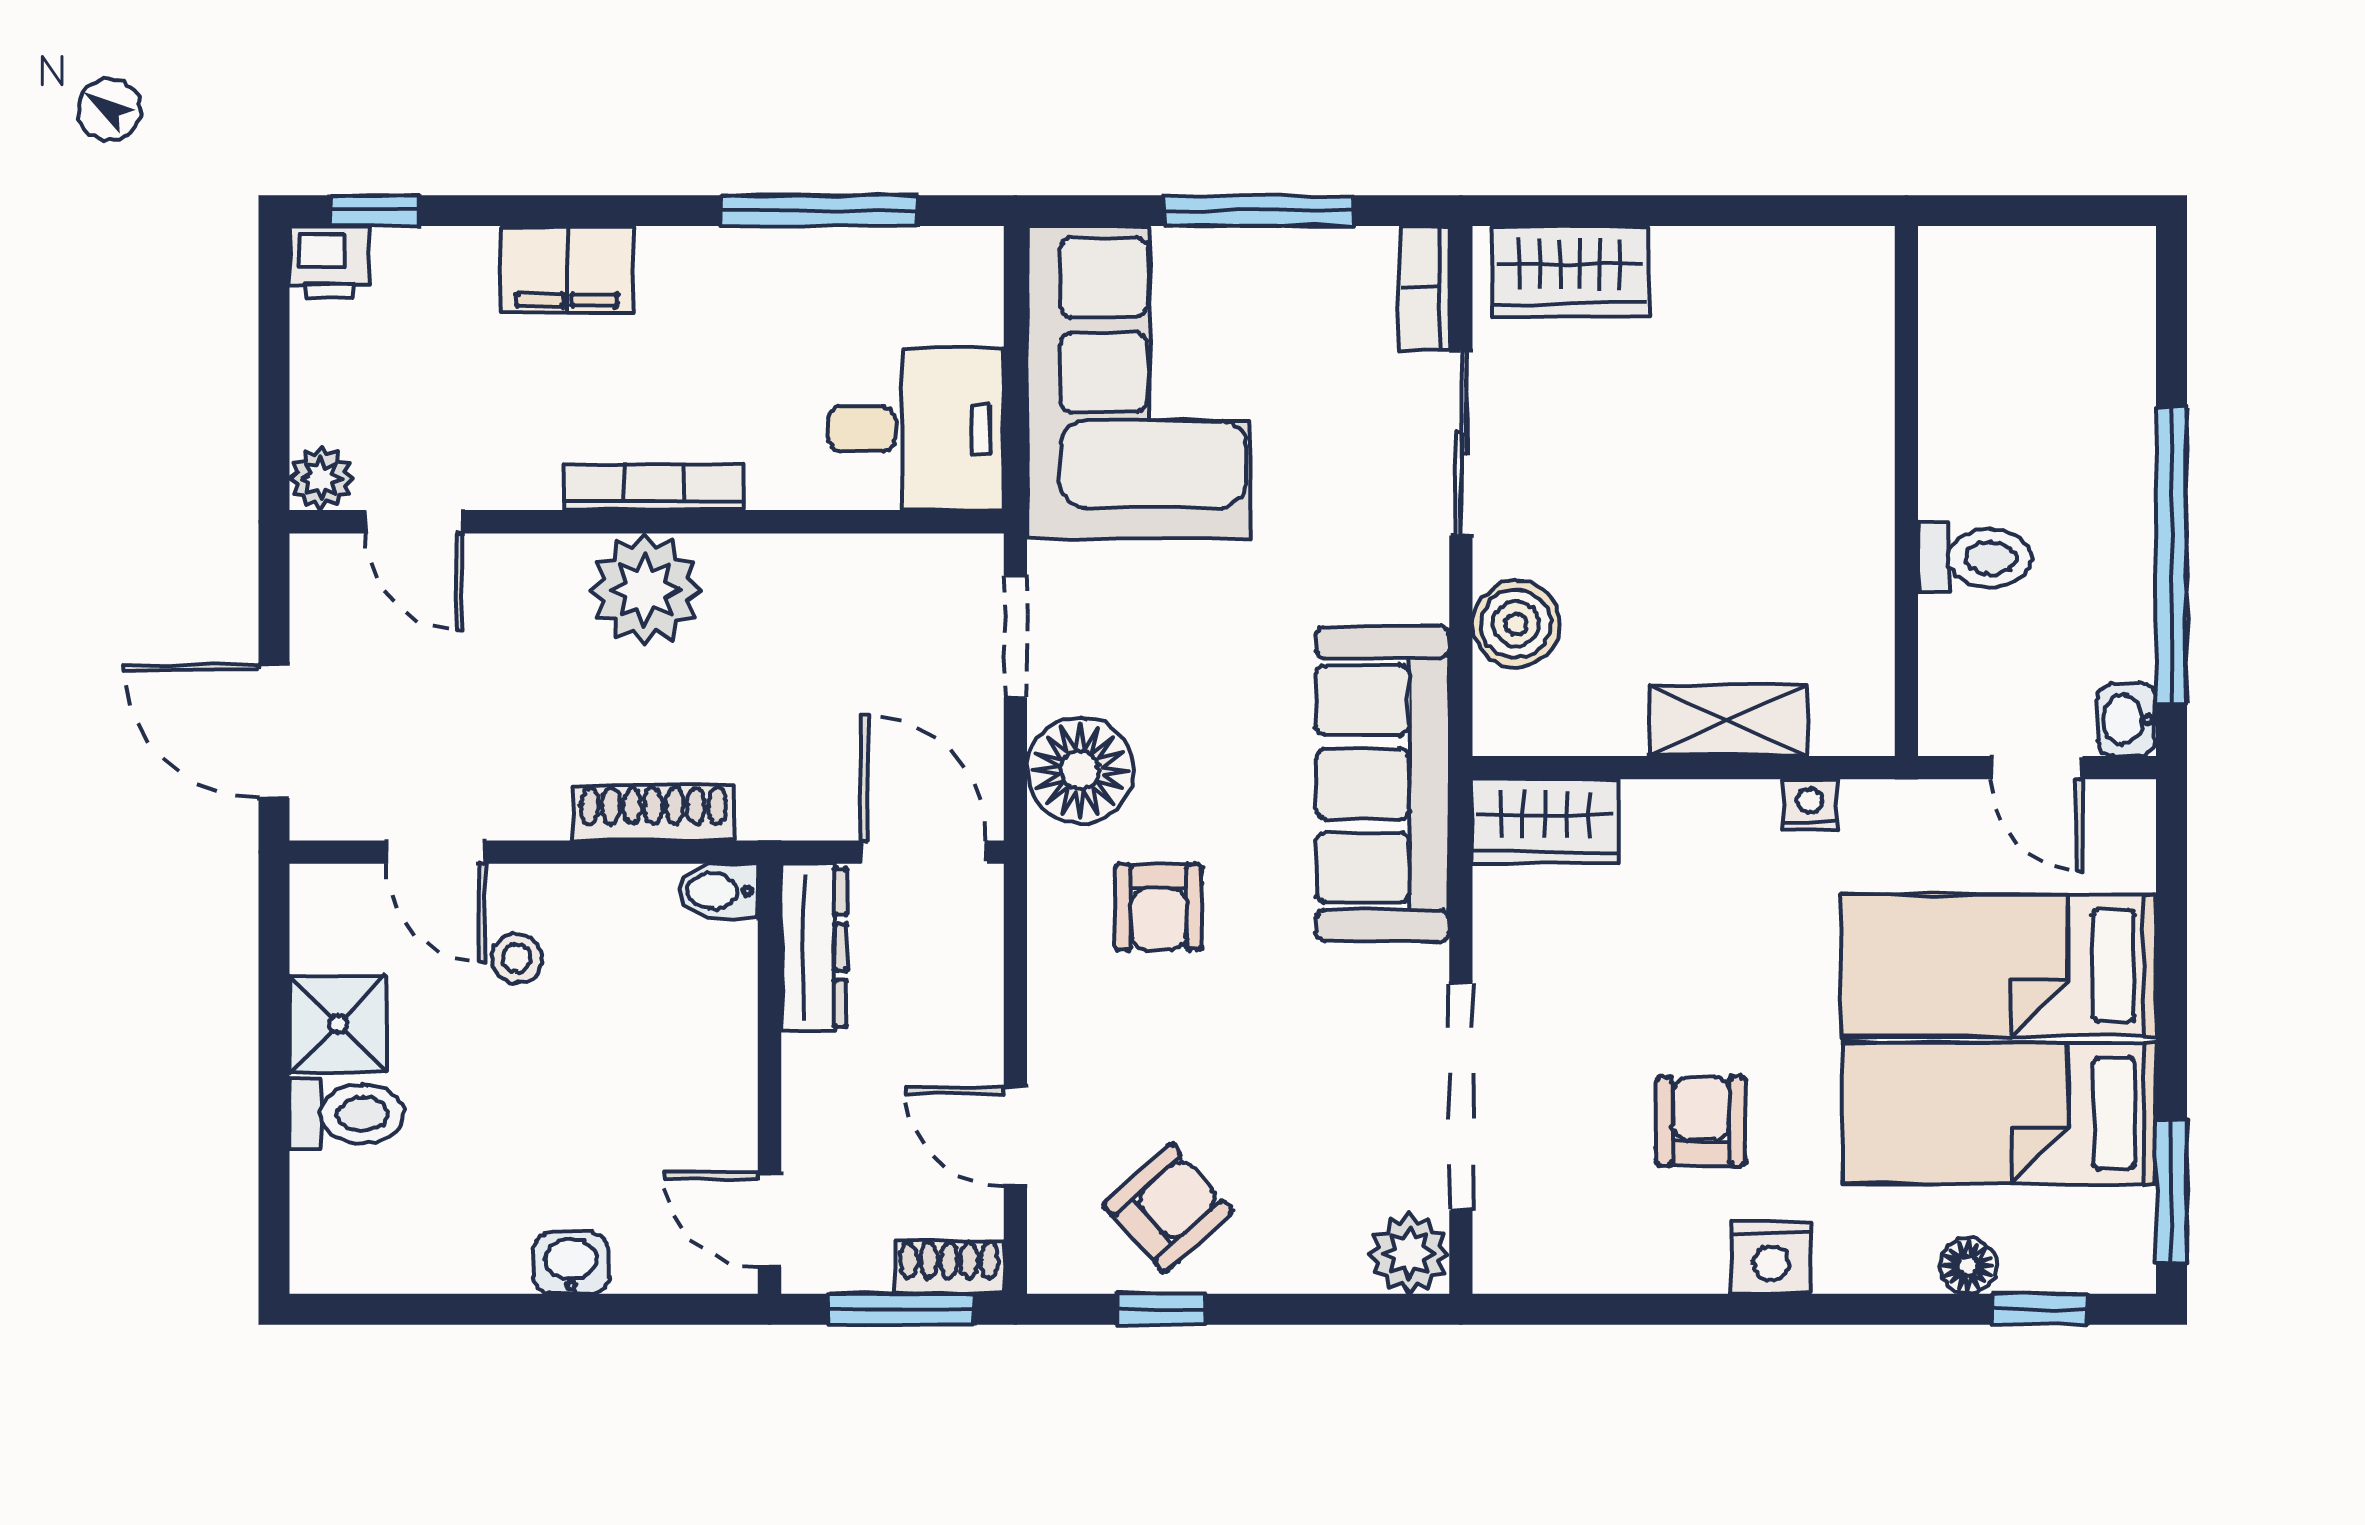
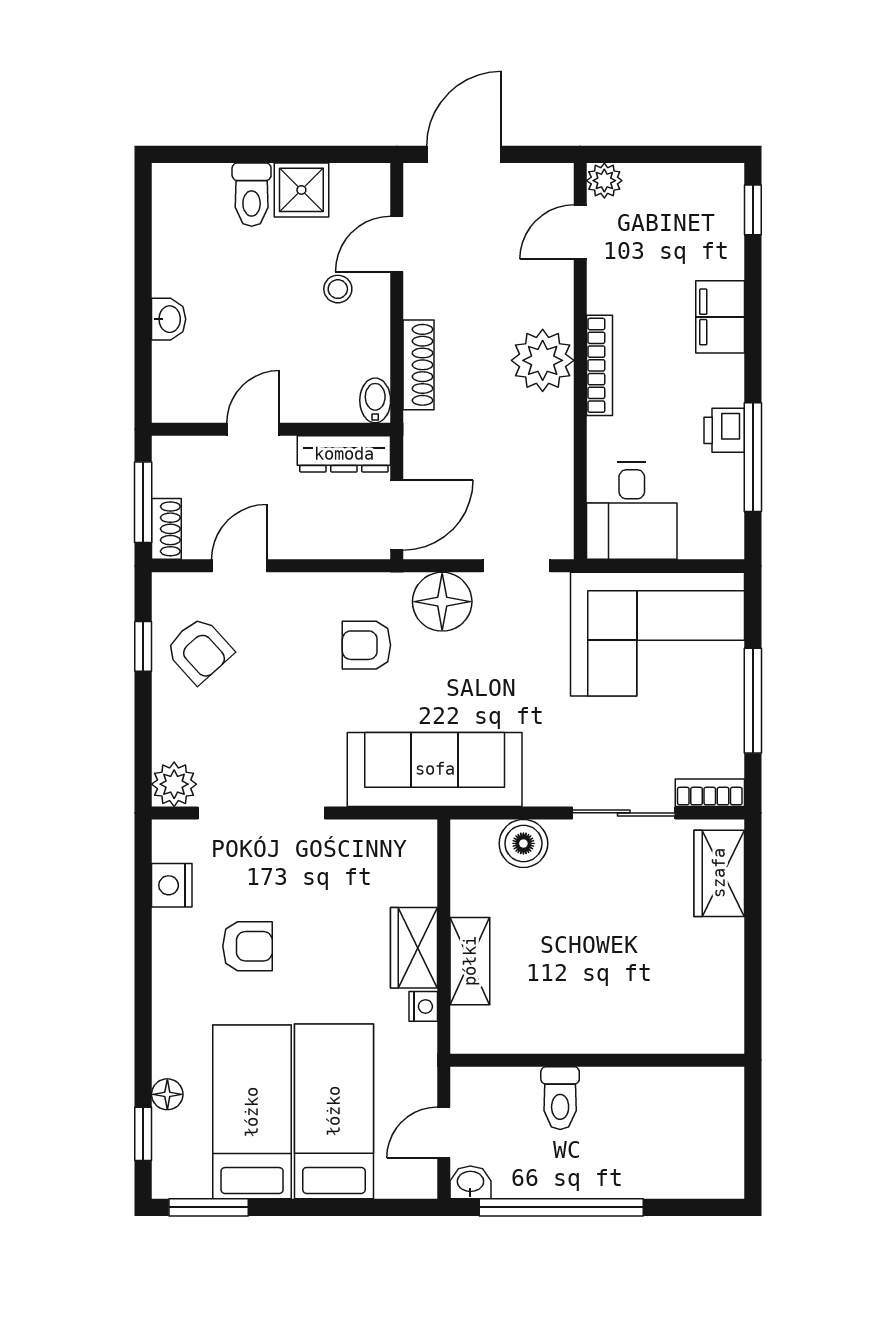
printer: (329, 262) -> (724, 430), moved
wardrobe: (1545, 821) -> (414, 948), moved
door: (769, 1220) -> (253, 429), moved
nightstand: (1771, 1258) -> (172, 885), moved

